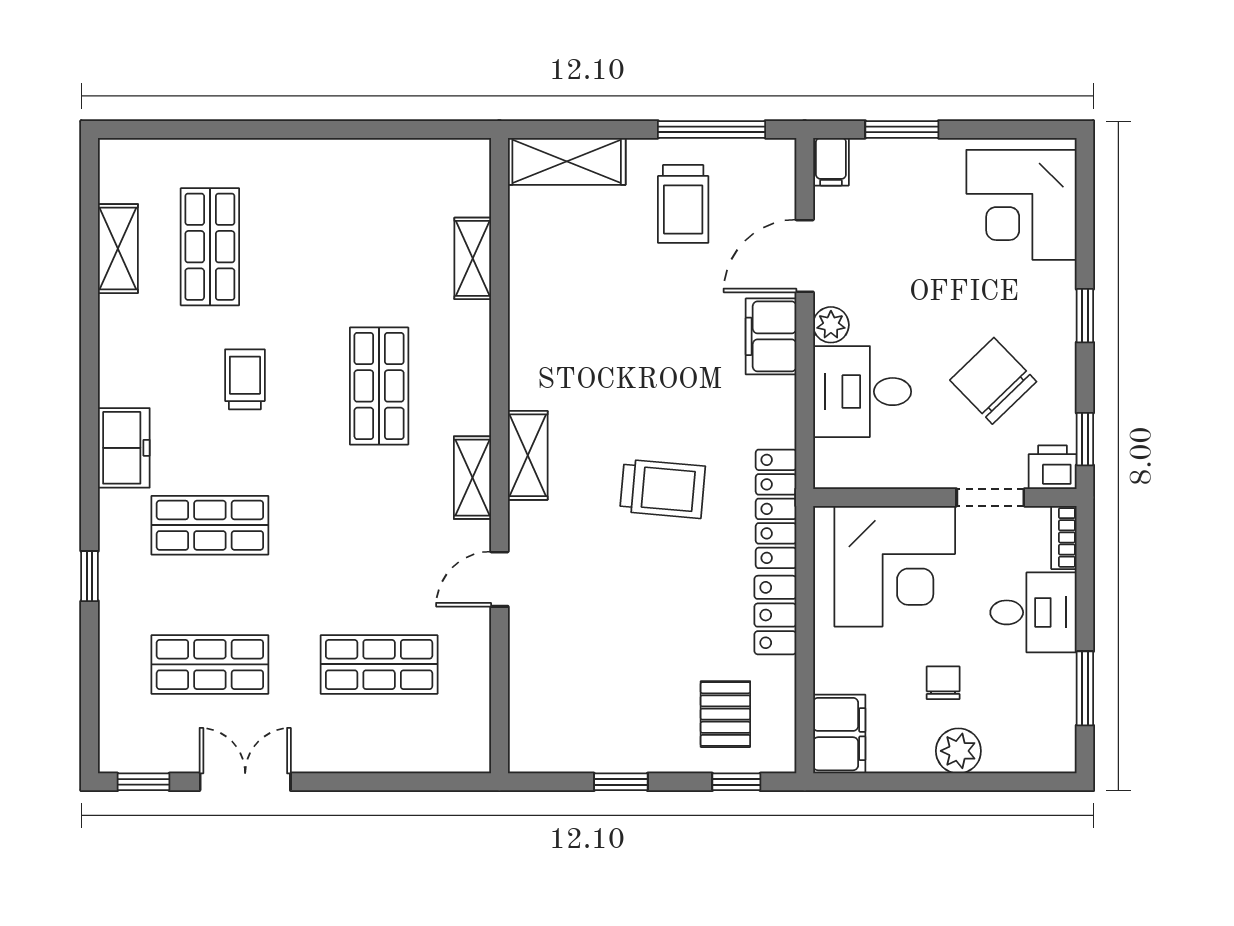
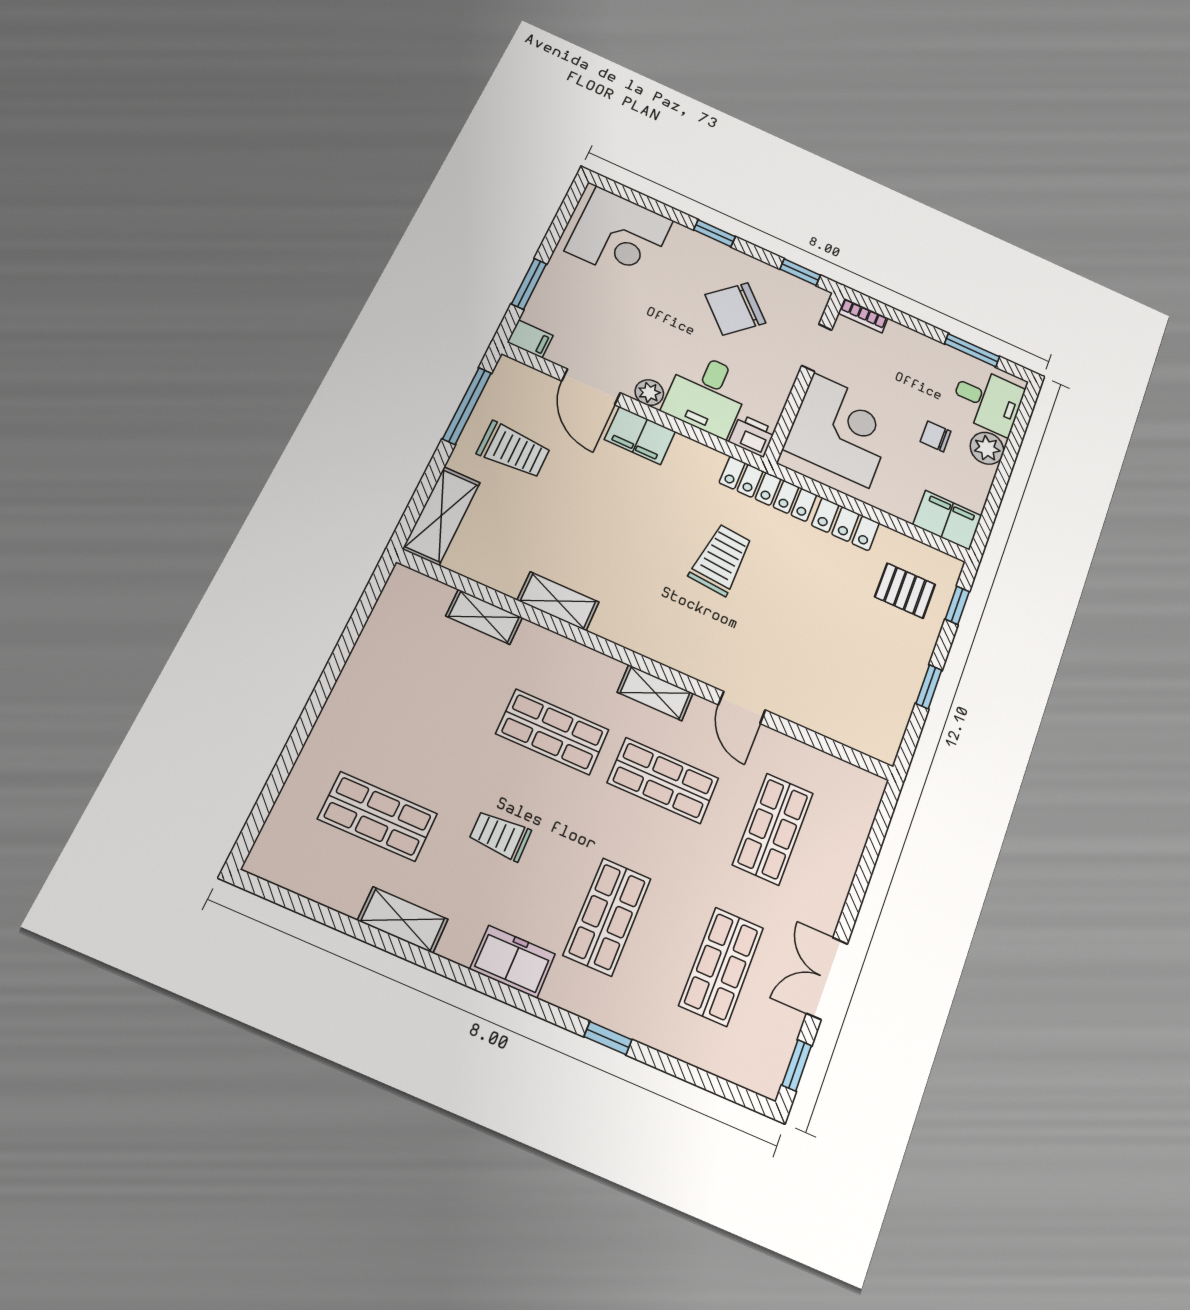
shelving: (118, 249) -> (403, 920), moved
shelving: (528, 455) -> (558, 601), moved
printer: (1053, 467) -> (752, 436), moved, turned 90
shop shelf: (379, 525) -> (663, 780), added
desk: (1033, 612) -> (987, 400), moved, turned 90

